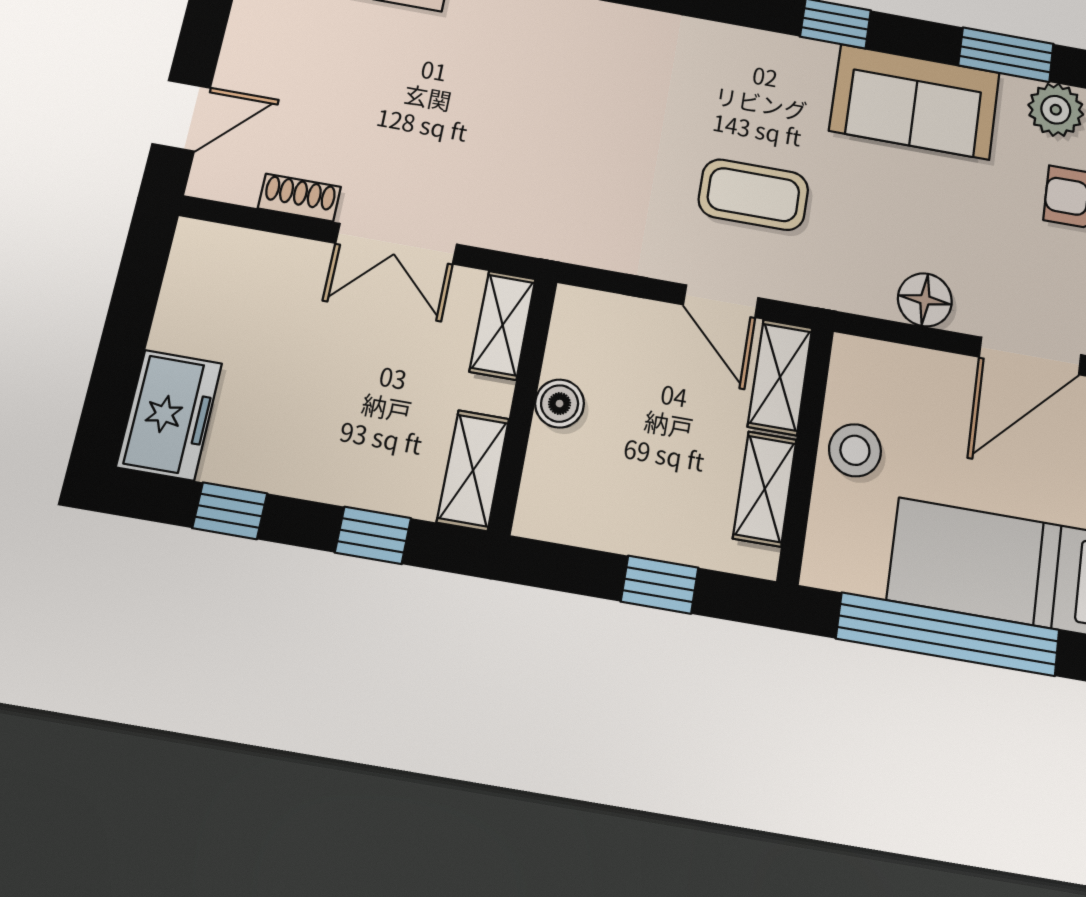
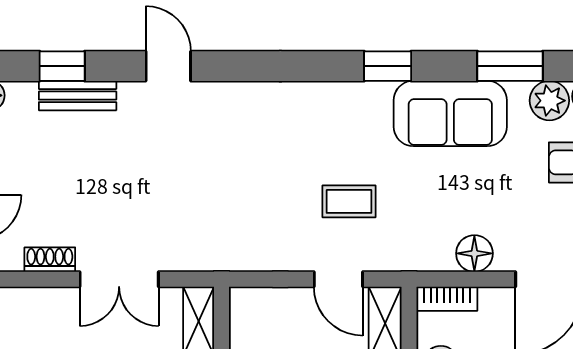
coffee table: (753, 195) -> (349, 201), width x0.73, depth x0.77
bookcase: (876, 357) -> (447, 299), added

